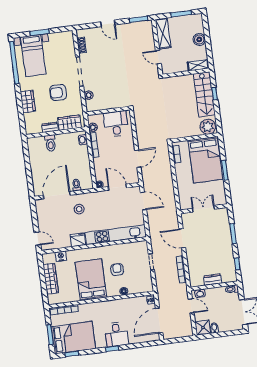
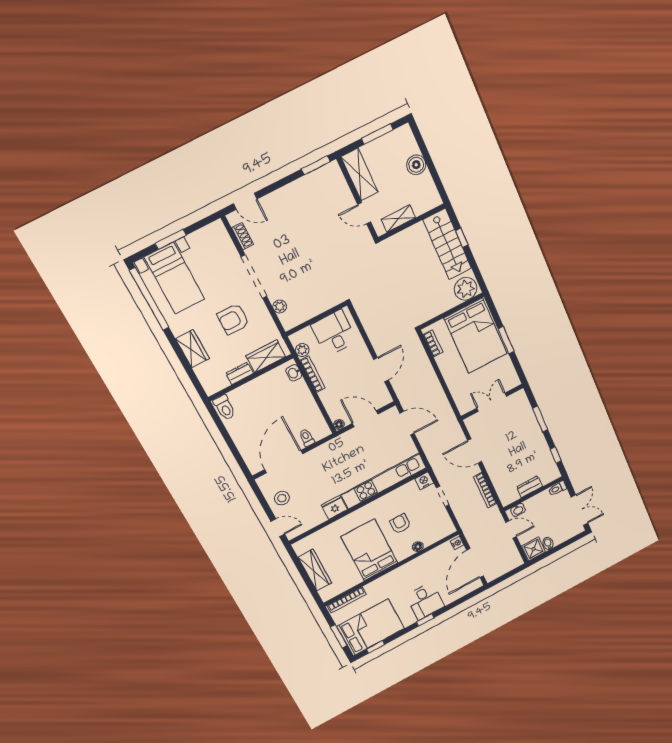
door: (108, 23) -> (245, 201), moved
shelving: (198, 65) -> (398, 219), moved
toilet: (50, 143) -> (224, 408), moved
stool: (79, 209) -> (282, 498), moved
nightstand: (61, 256) -> (424, 481), moved

